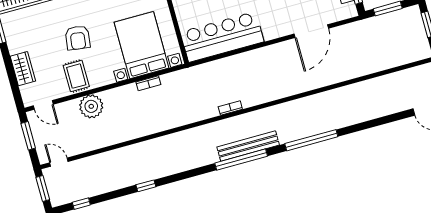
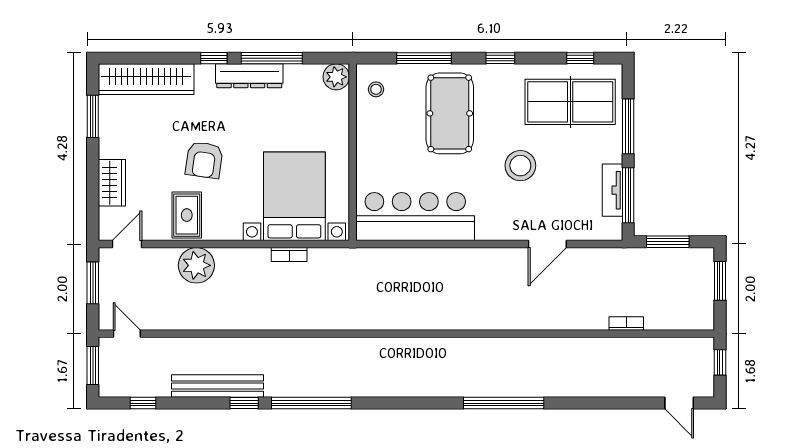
door: (311, 31) -> (547, 244), width x0.73
door: (43, 105) -> (127, 244), swing flipped
bookcase: (230, 108) -> (626, 323), moved
bench: (248, 146) -> (218, 386), moved
window: (241, 160) -> (311, 403), moved

